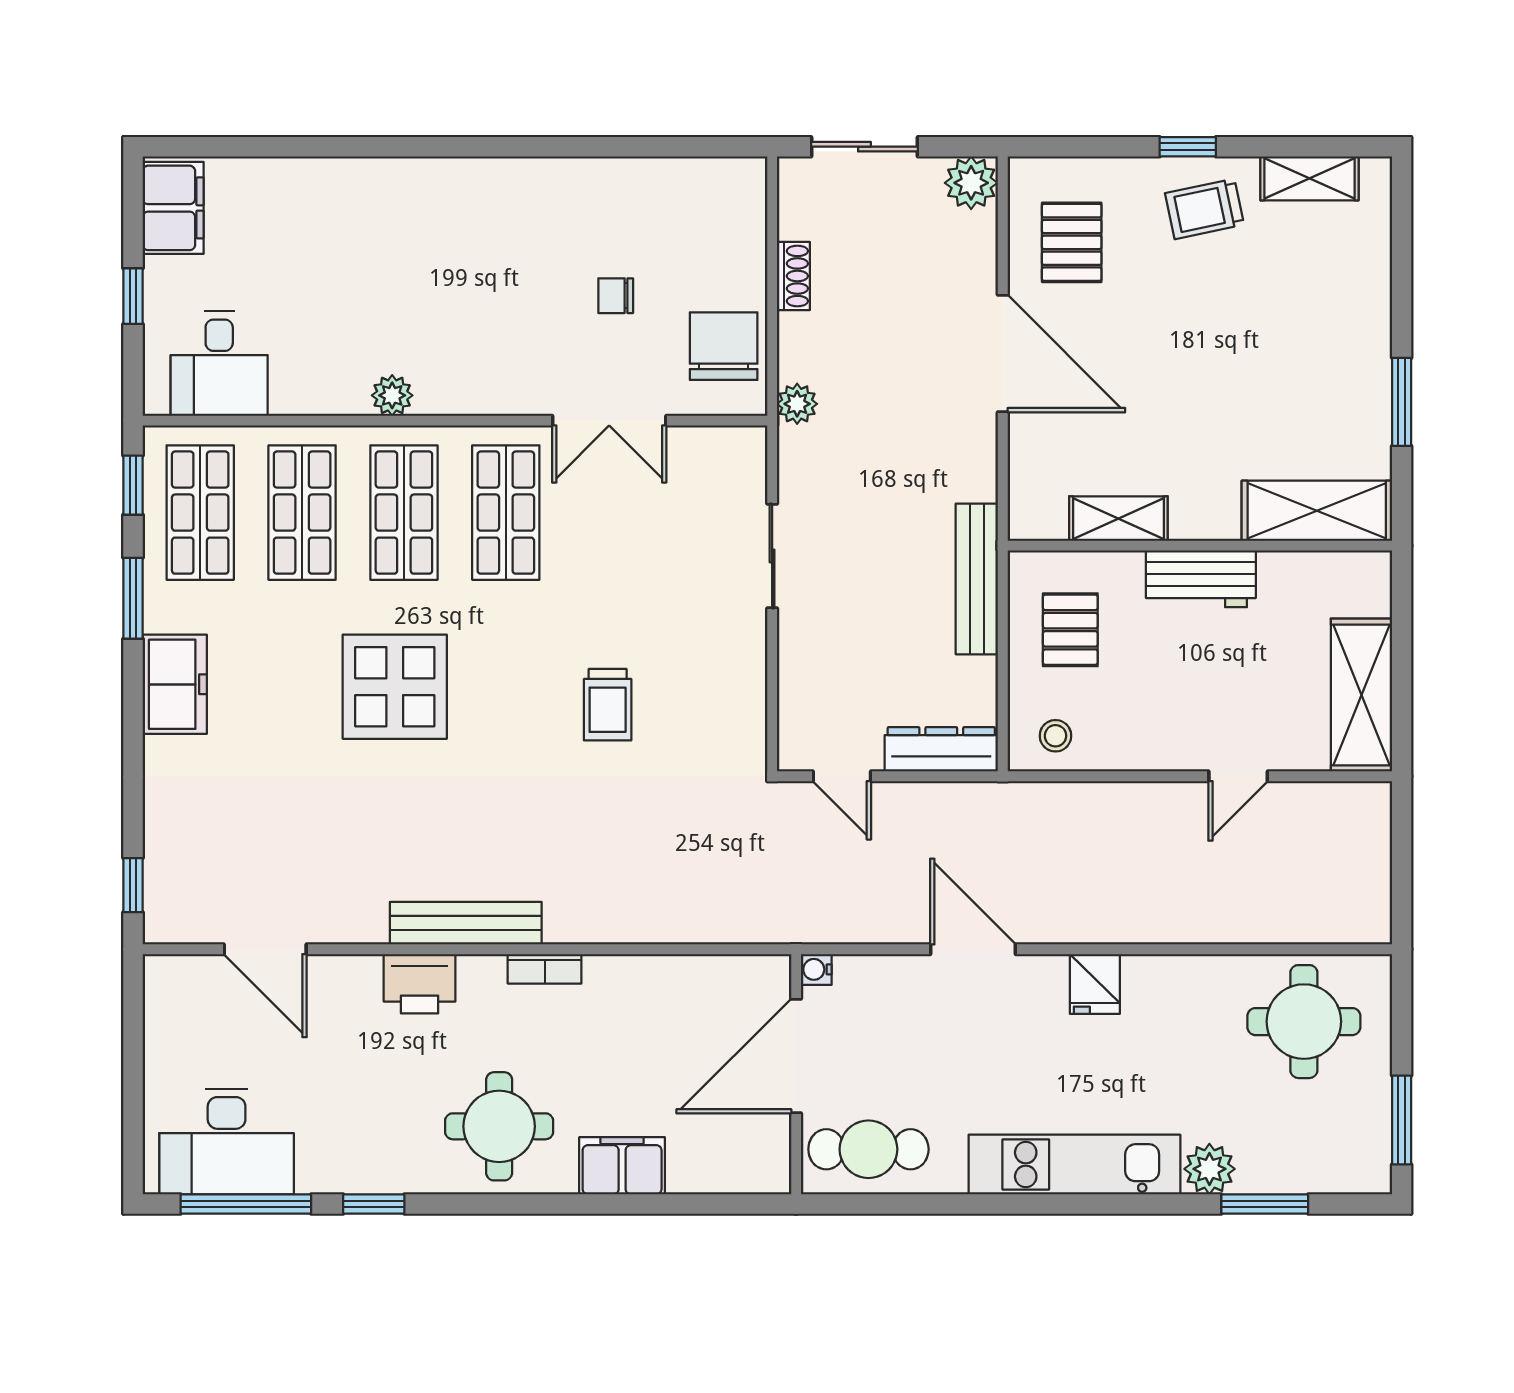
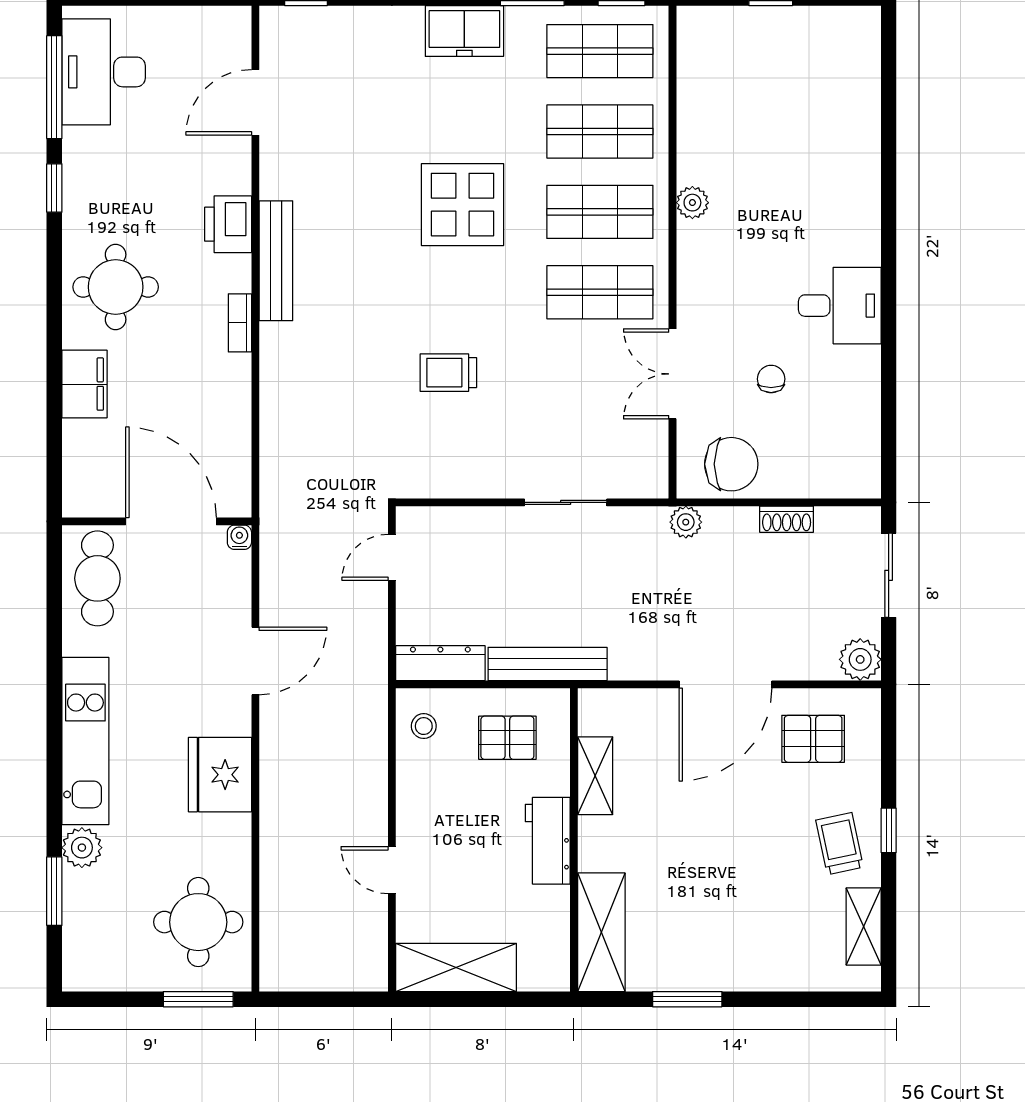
filing cabinet: (173, 208) -> (840, 30), removed
desk: (219, 363) -> (840, 306), moved, turned 180
dresser: (941, 749) -> (440, 663), moved, turned -90
fridge: (1095, 984) -> (220, 775), width x1.88, depth x1.34
window: (1402, 1120) -> (198, 999), moved

